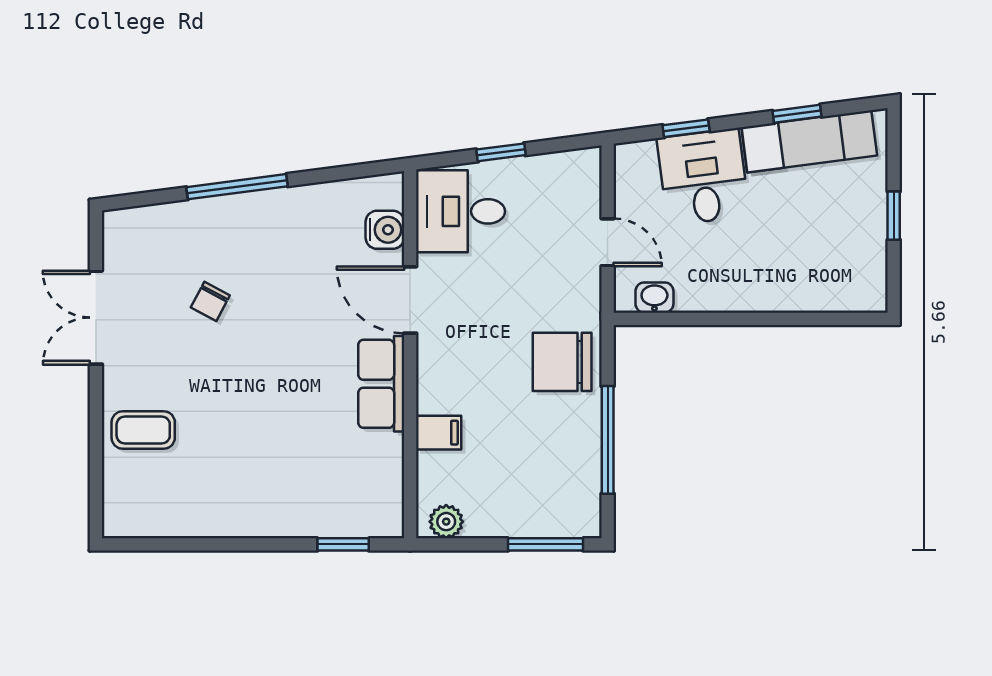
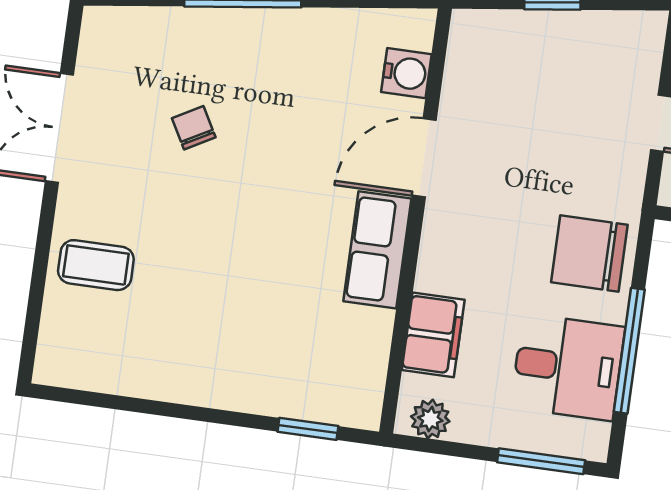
desk: (461, 211) -> (568, 367), moved, turned 180
door: (410, 300) -> (424, 158), hinge flipped
chair: (210, 301) -> (194, 128), turned 123
filing cabinet: (439, 433) -> (433, 335), width x2.00

